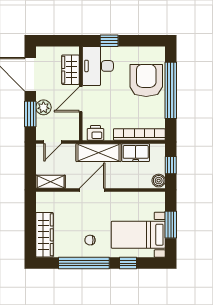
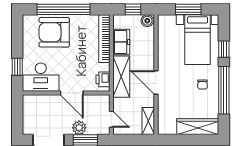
wardrobe: (70, 70) -> (44, 103), removed

